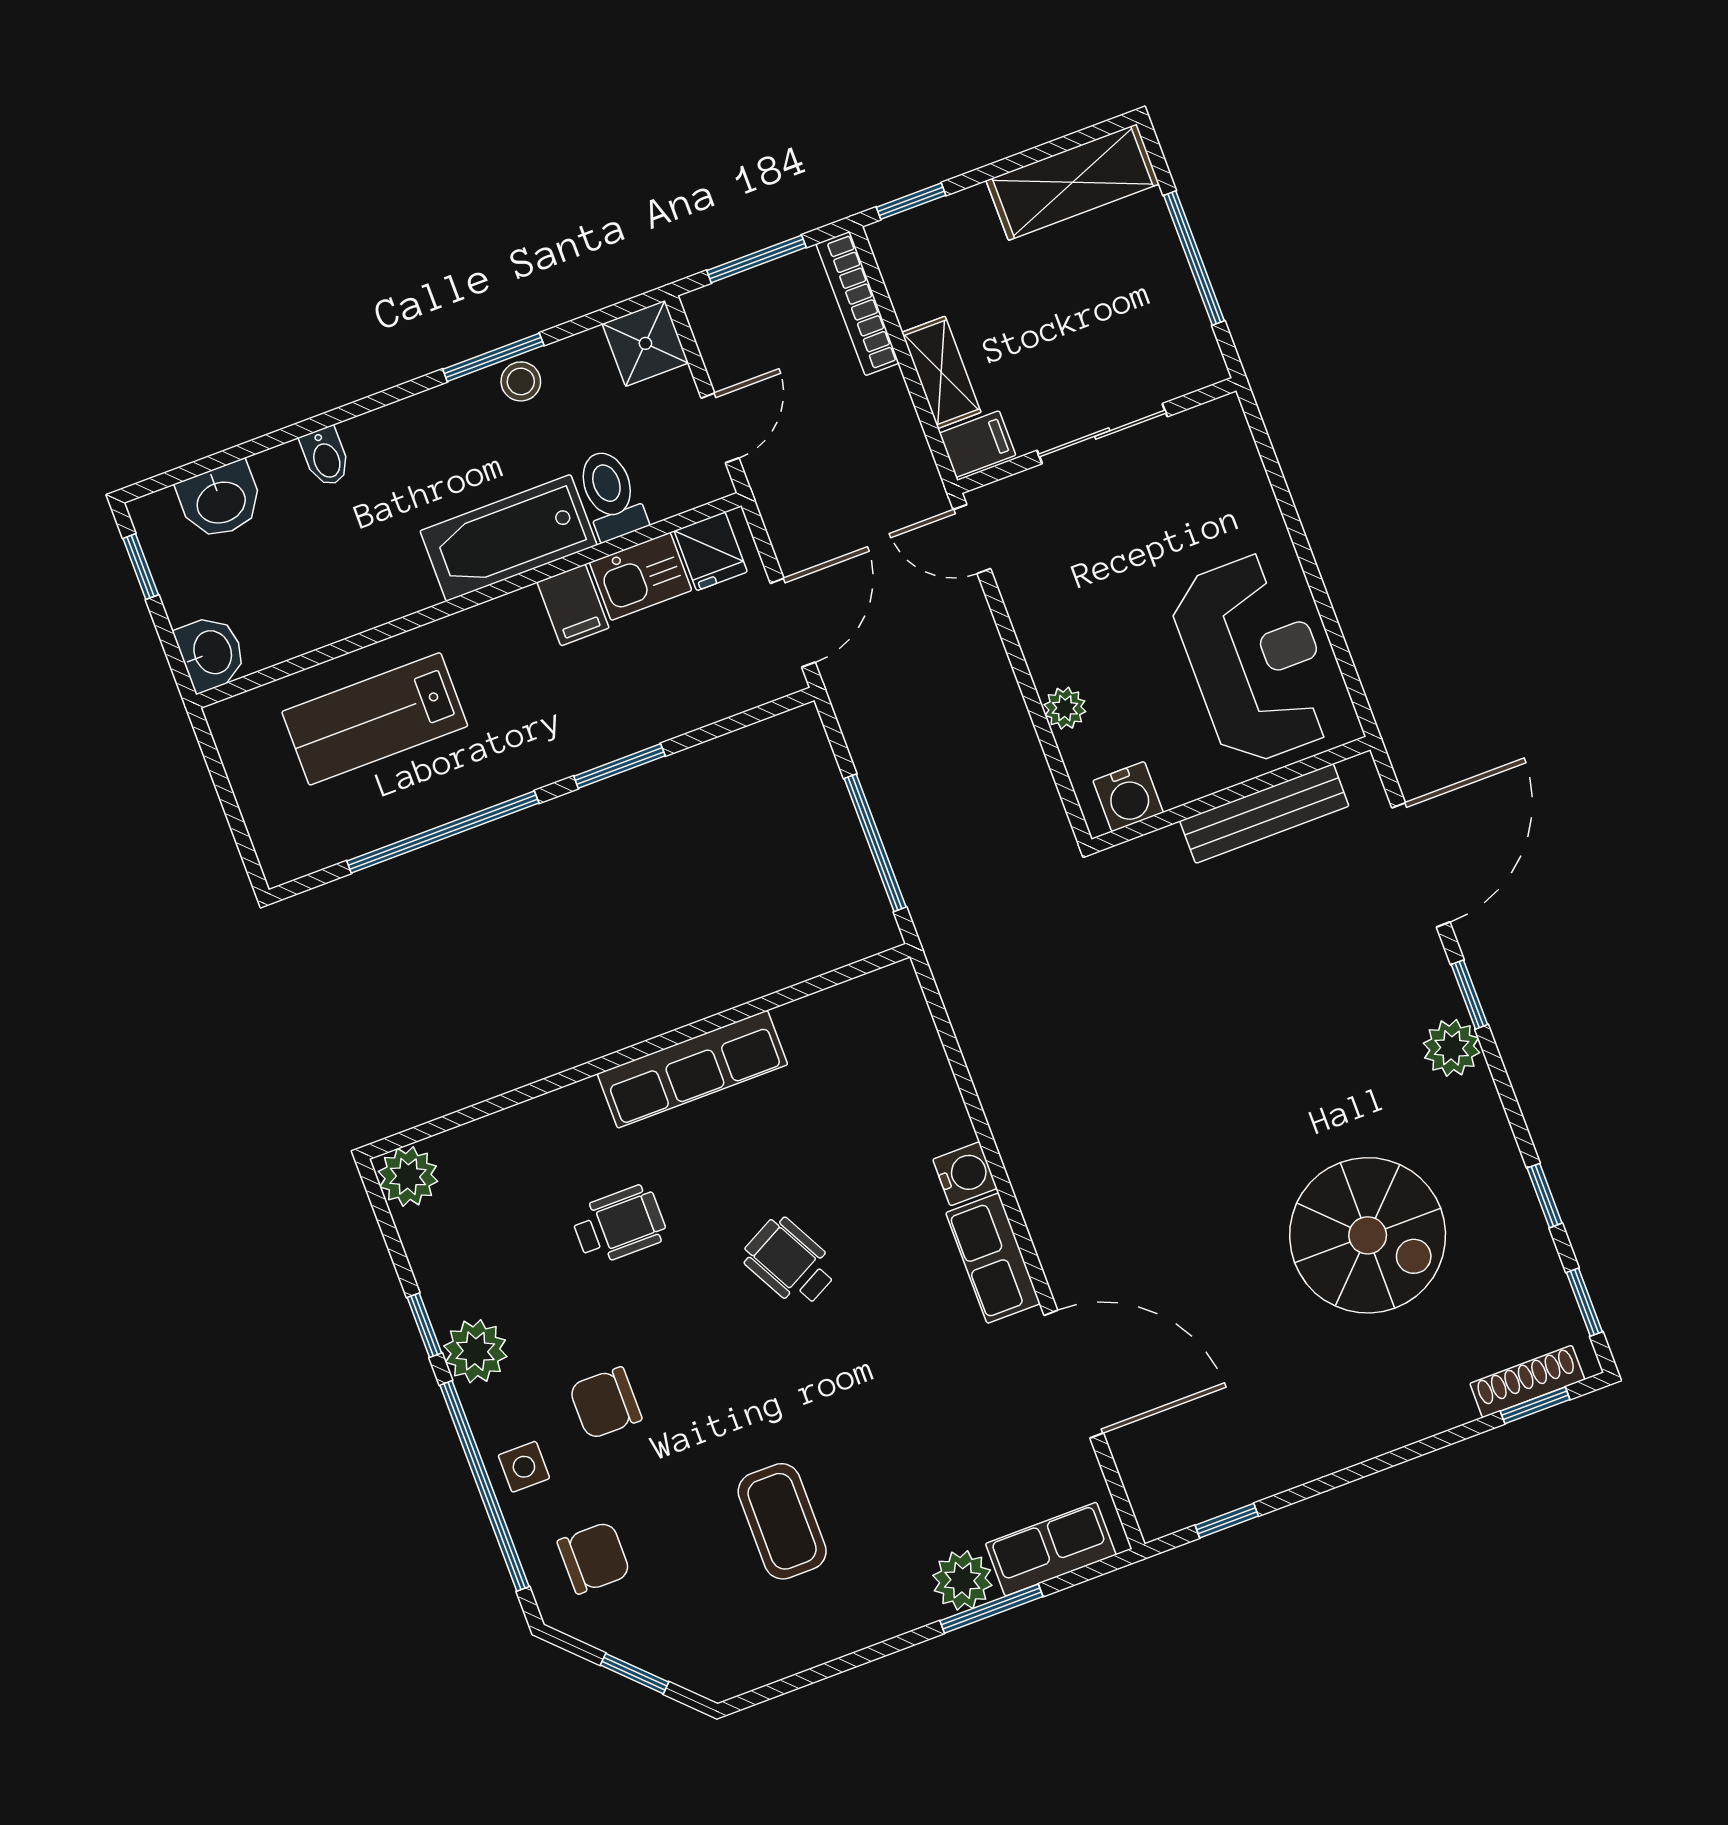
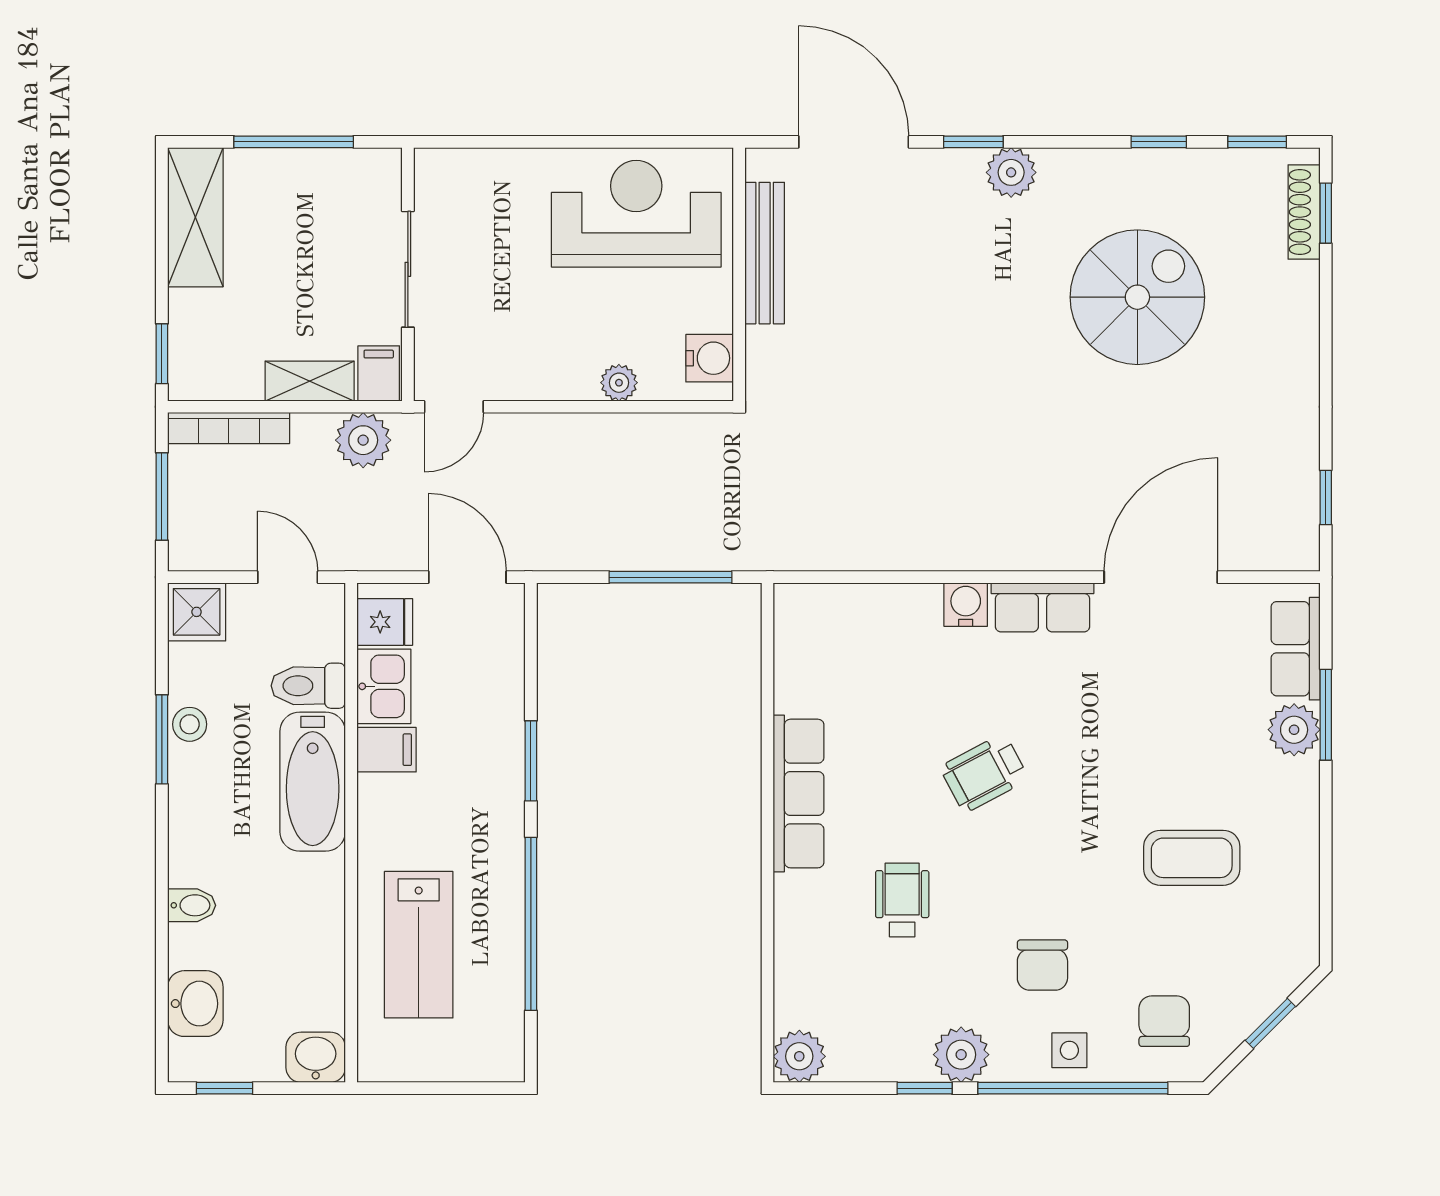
plant: (899, 454) -> (363, 440), added

